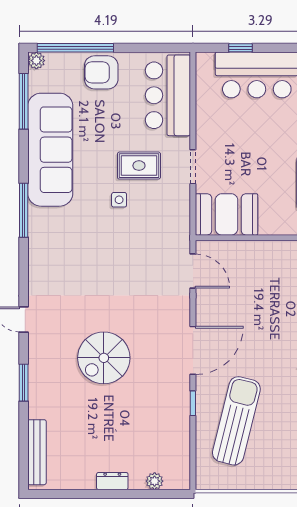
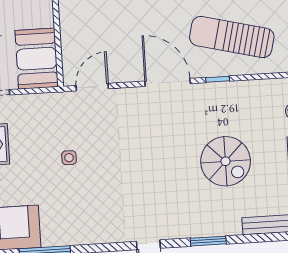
side table: (119, 200) -> (69, 158), moved
spiral stairs: (104, 358) -> (226, 161), moved

